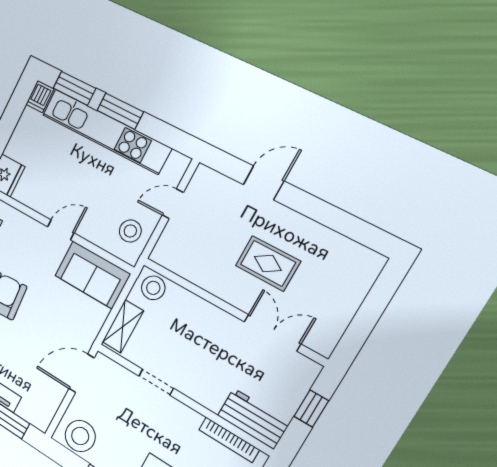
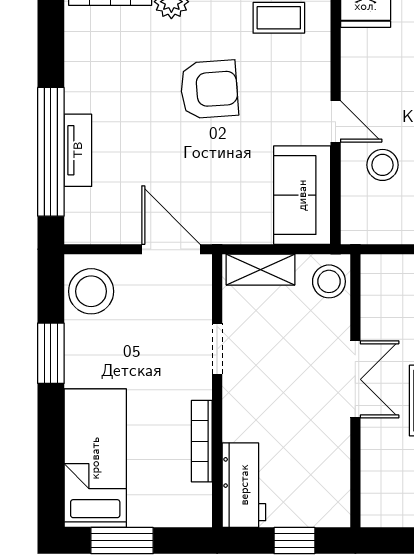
stool: (130, 231) -> (382, 165), moved
double door: (272, 333) -> (355, 379), moved
bookcase: (229, 440) -> (202, 441), moved

